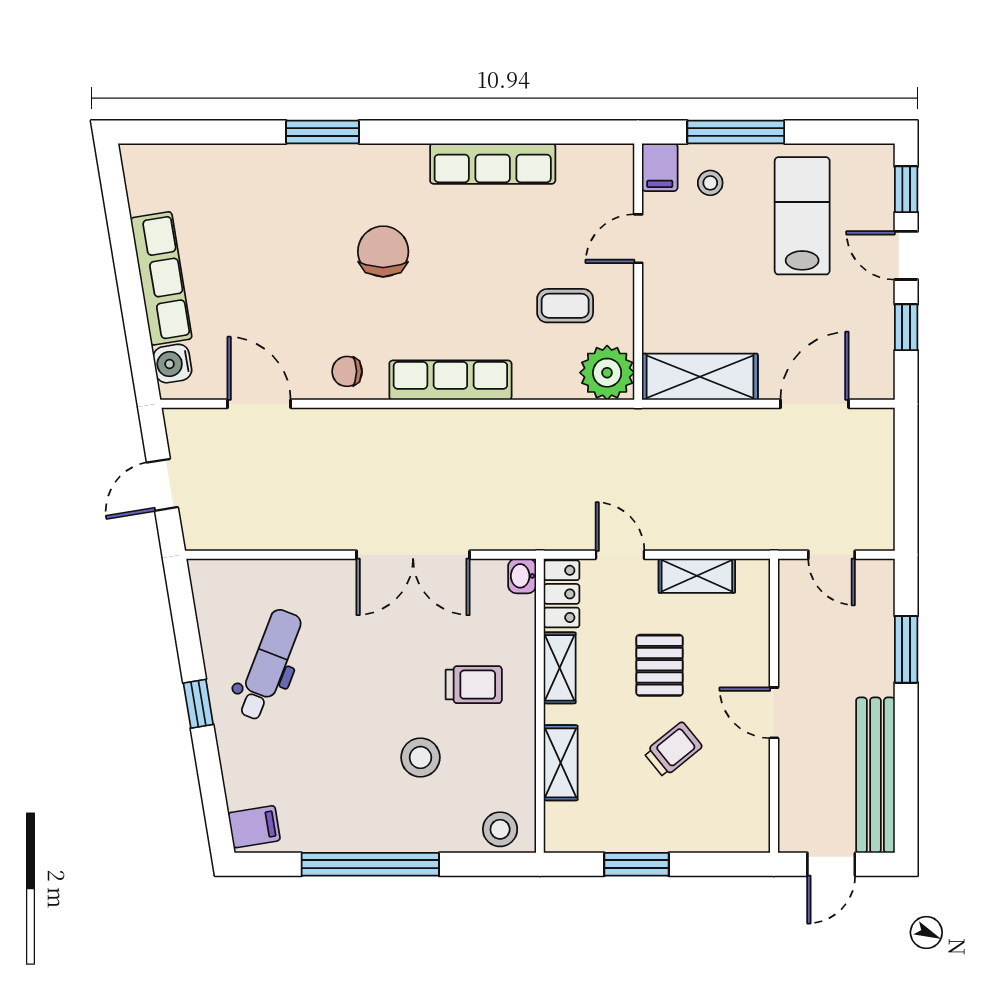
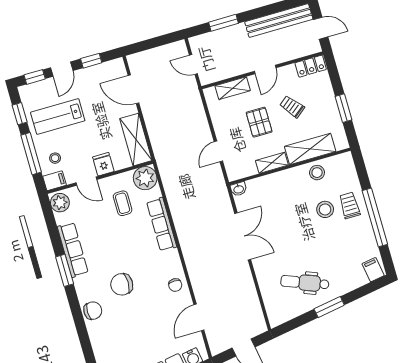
window: (323, 132) -> (65, 270), moved
window: (833, 132) -> (20, 114), added
plant: (607, 165) -> (60, 203), added
chair: (343, 169) -> (93, 311), added
fridge: (665, 288) -> (103, 164), added
row of seats: (450, 380) -> (162, 224), moved
door: (832, 555) -> (193, 64), swing flipped
shelving: (697, 576) -> (233, 88), moved, turned 90
locker: (562, 594) -> (311, 66), moved, turned 180
pallet: (660, 665) -> (259, 122), turned 90
trolley: (474, 685) -> (350, 205), moved
window: (198, 704) -> (329, 307), width x1.50
shelving: (561, 763) -> (310, 149), width x1.50, depth x1.33
stool: (500, 829) -> (317, 173), moved

